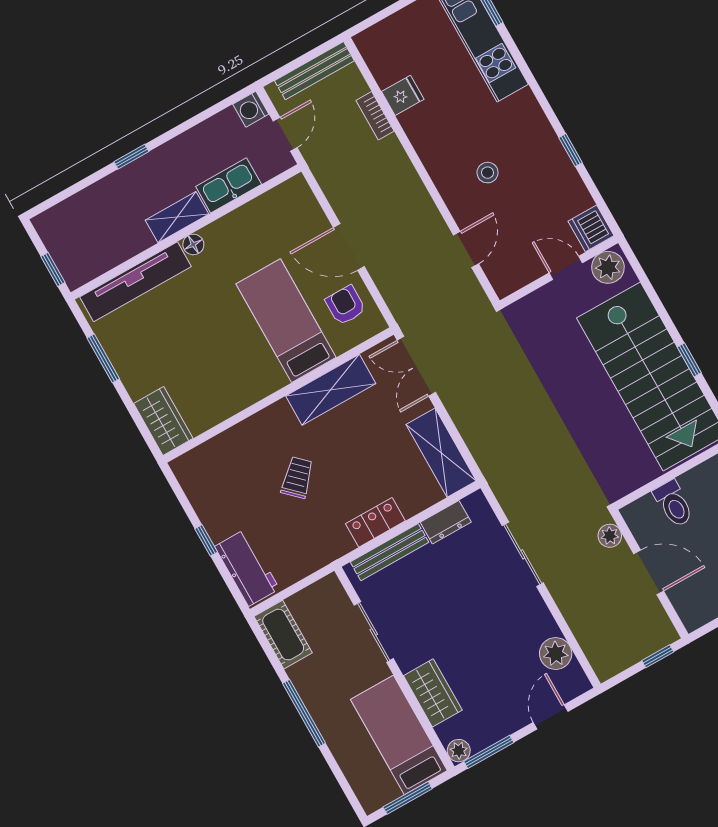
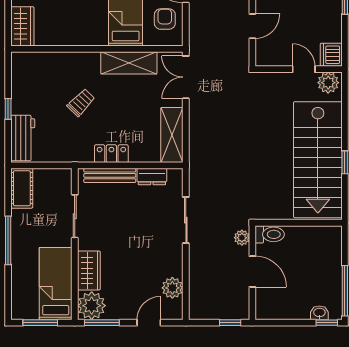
toilet: (674, 504) -> (270, 234), moved, turned -90
plant: (459, 751) -> (92, 306), width x1.87, depth x1.87

